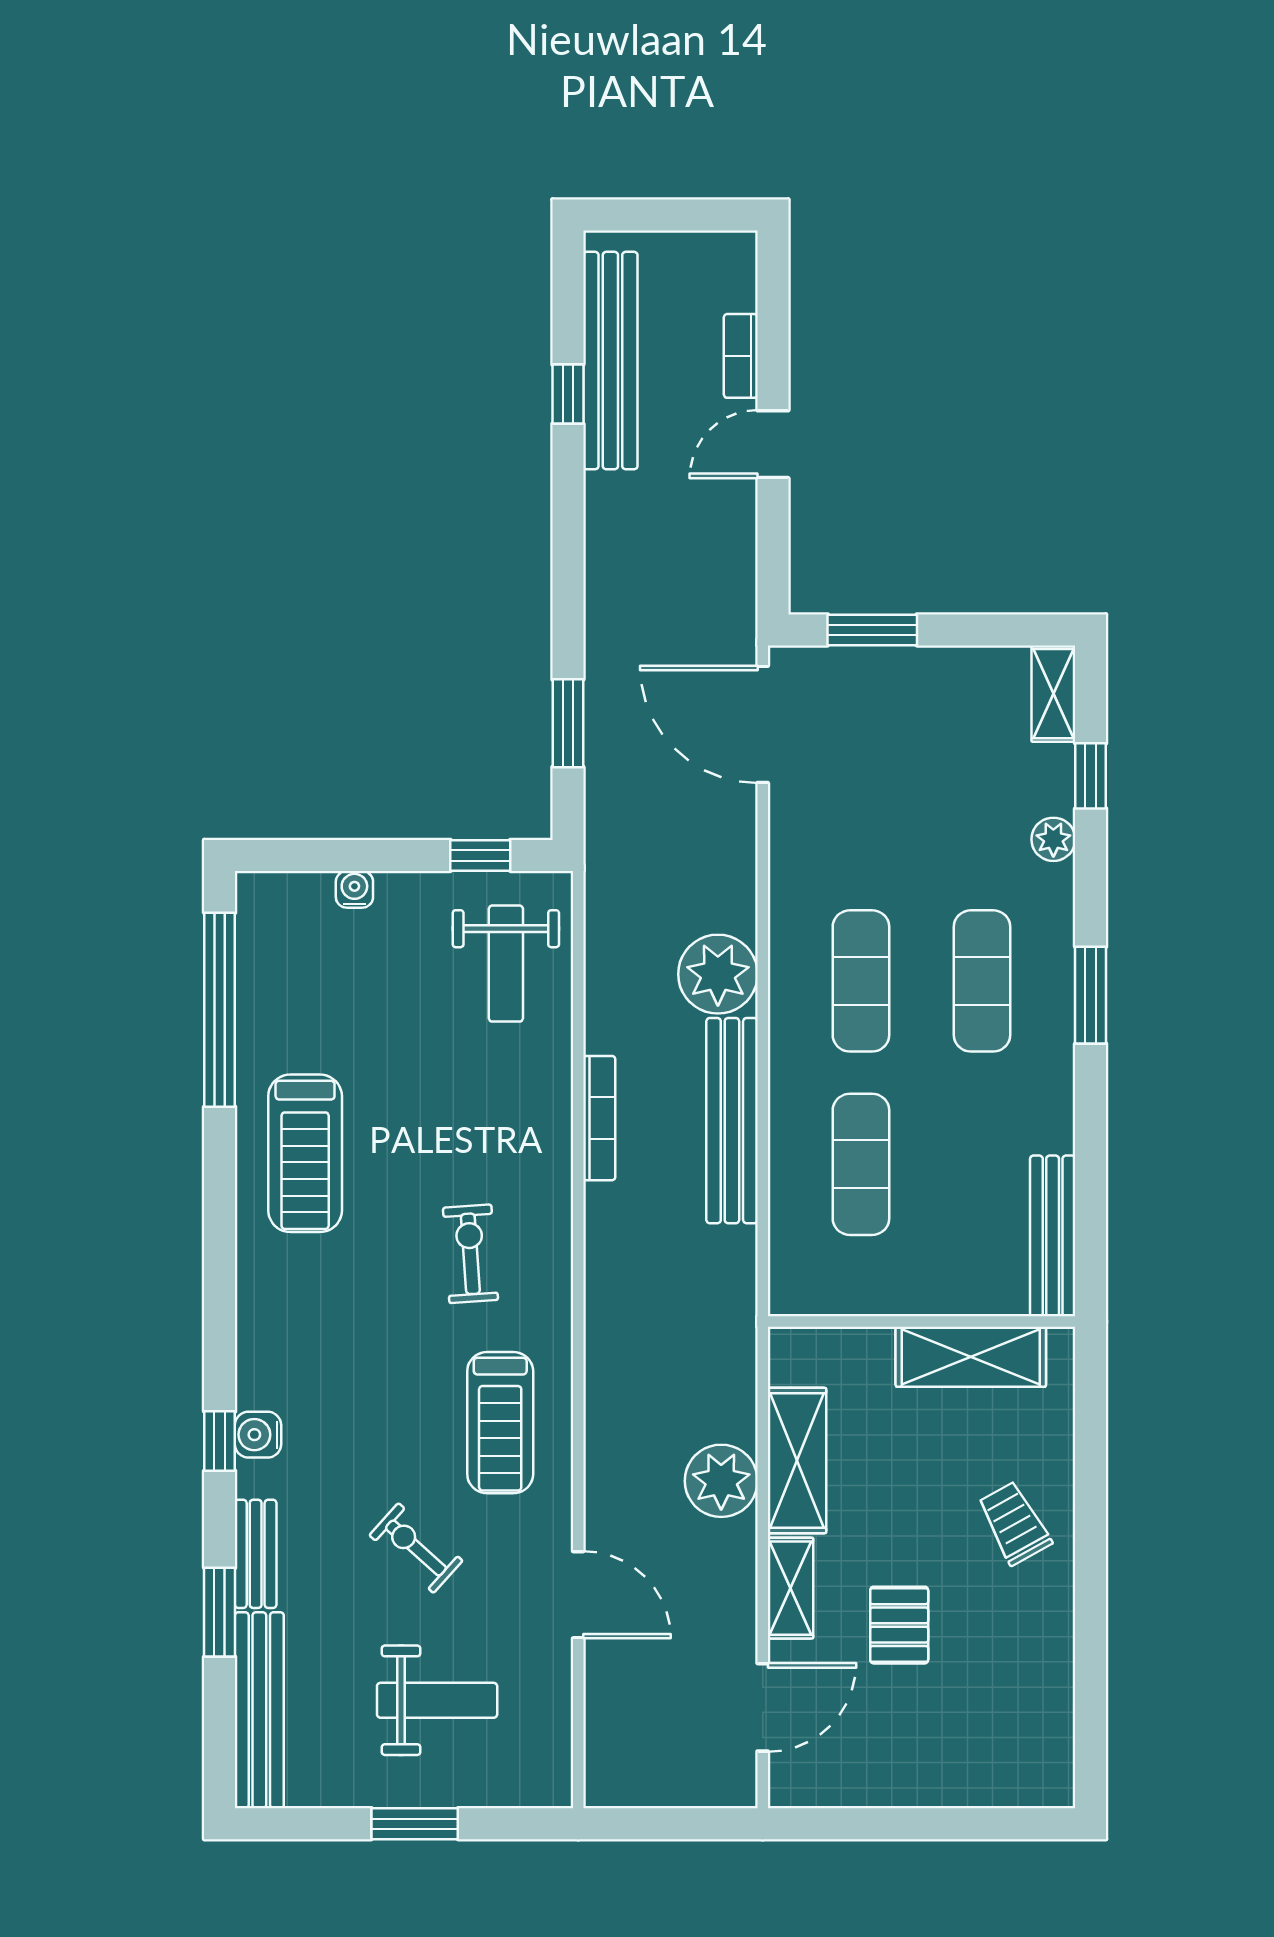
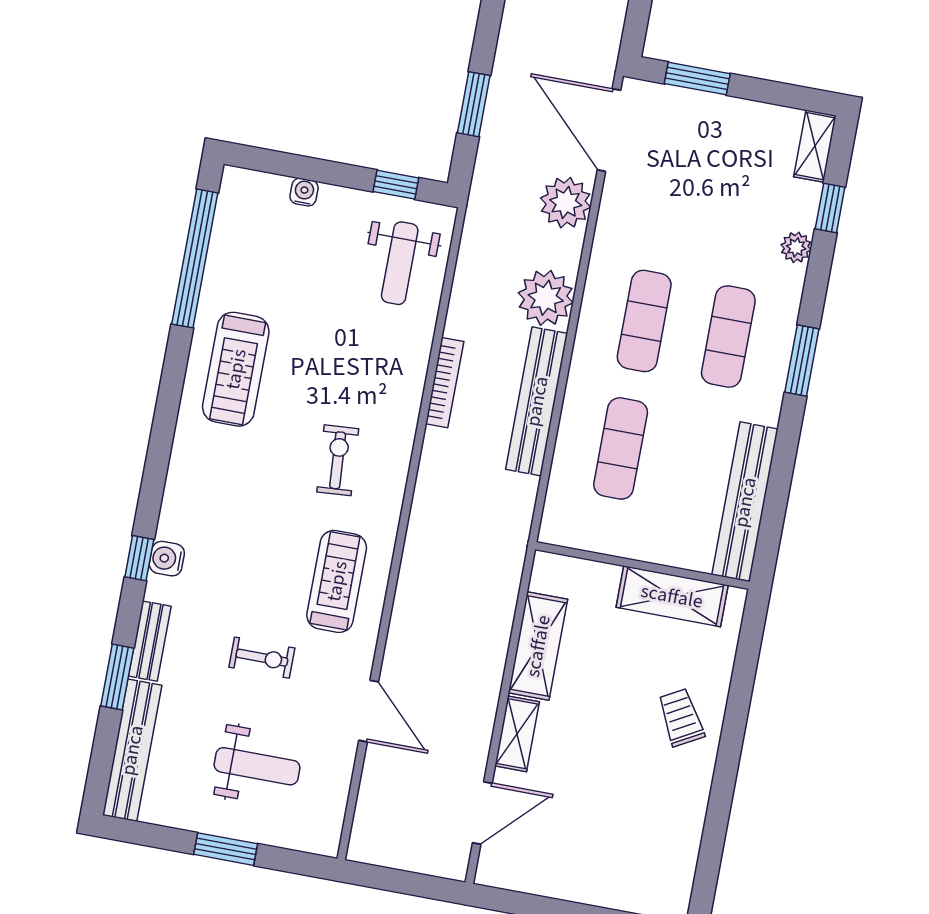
bench: (1053, 1236) -> (745, 502), width x1.37, depth x1.21
treadmill: (500, 1423) -> (337, 581), turned 180
plant: (721, 1481) -> (566, 203), moved
exercise bike: (416, 1548) -> (262, 658), turned 138
pallet: (899, 1625) -> (588, 773), removed

